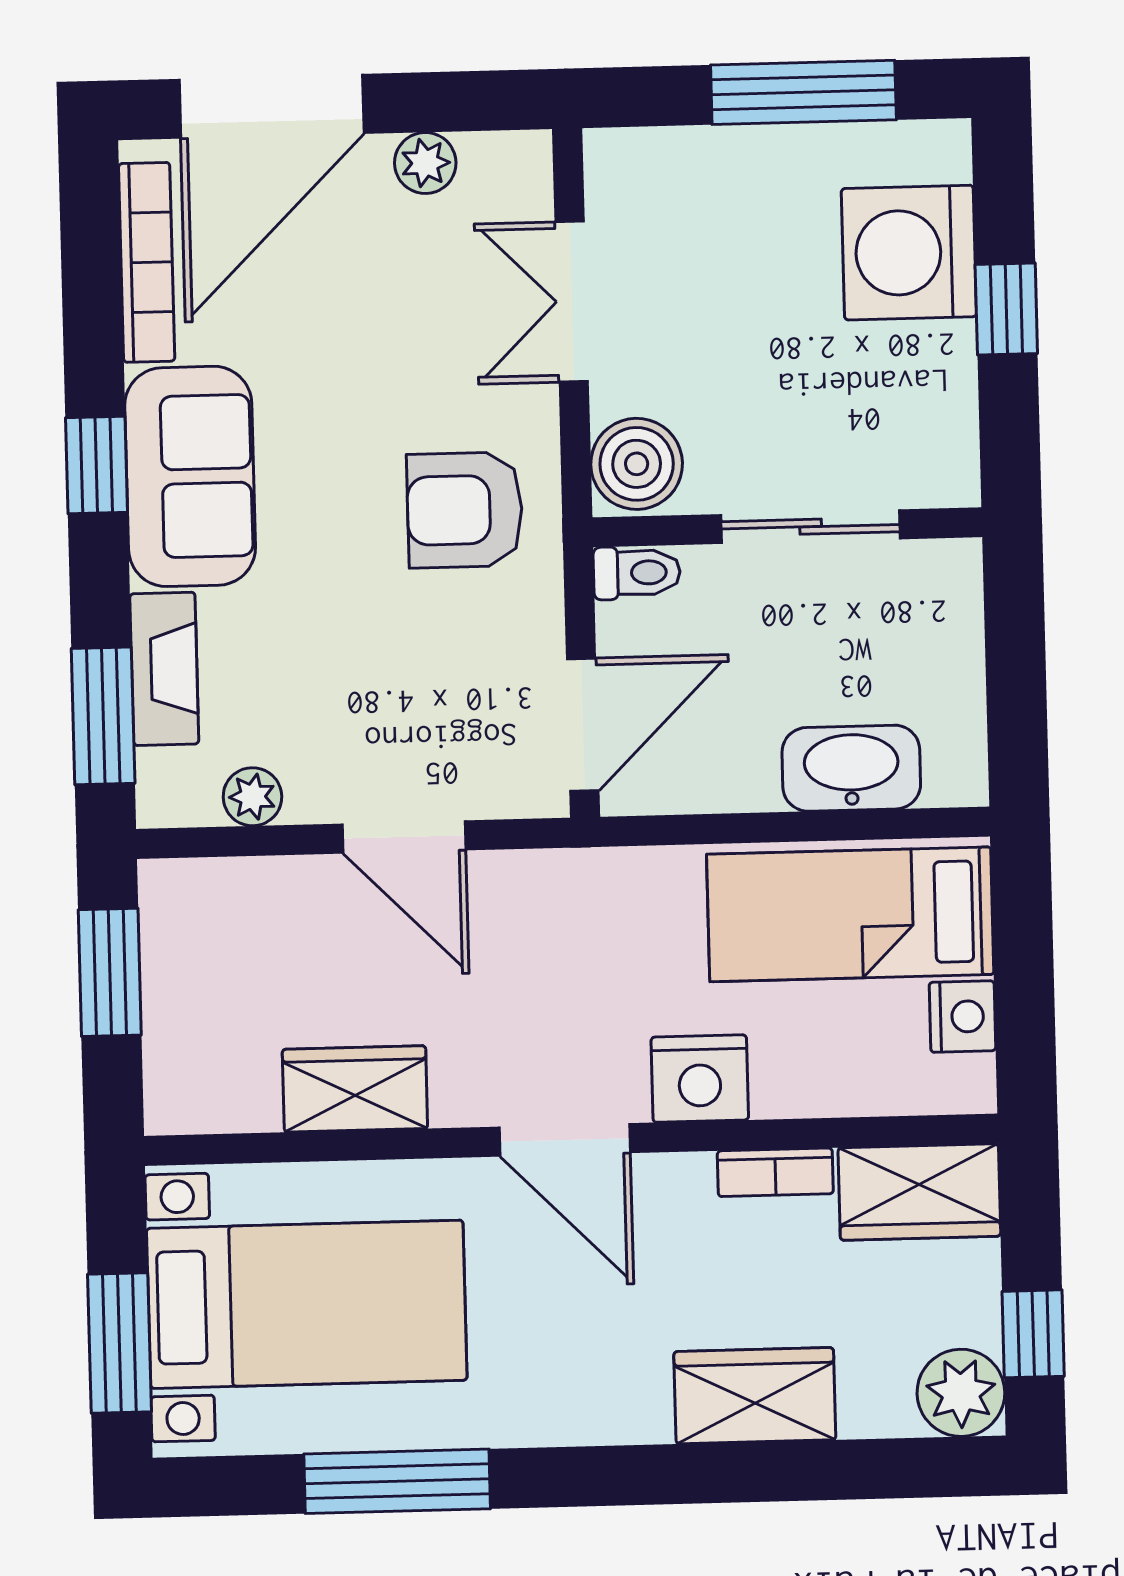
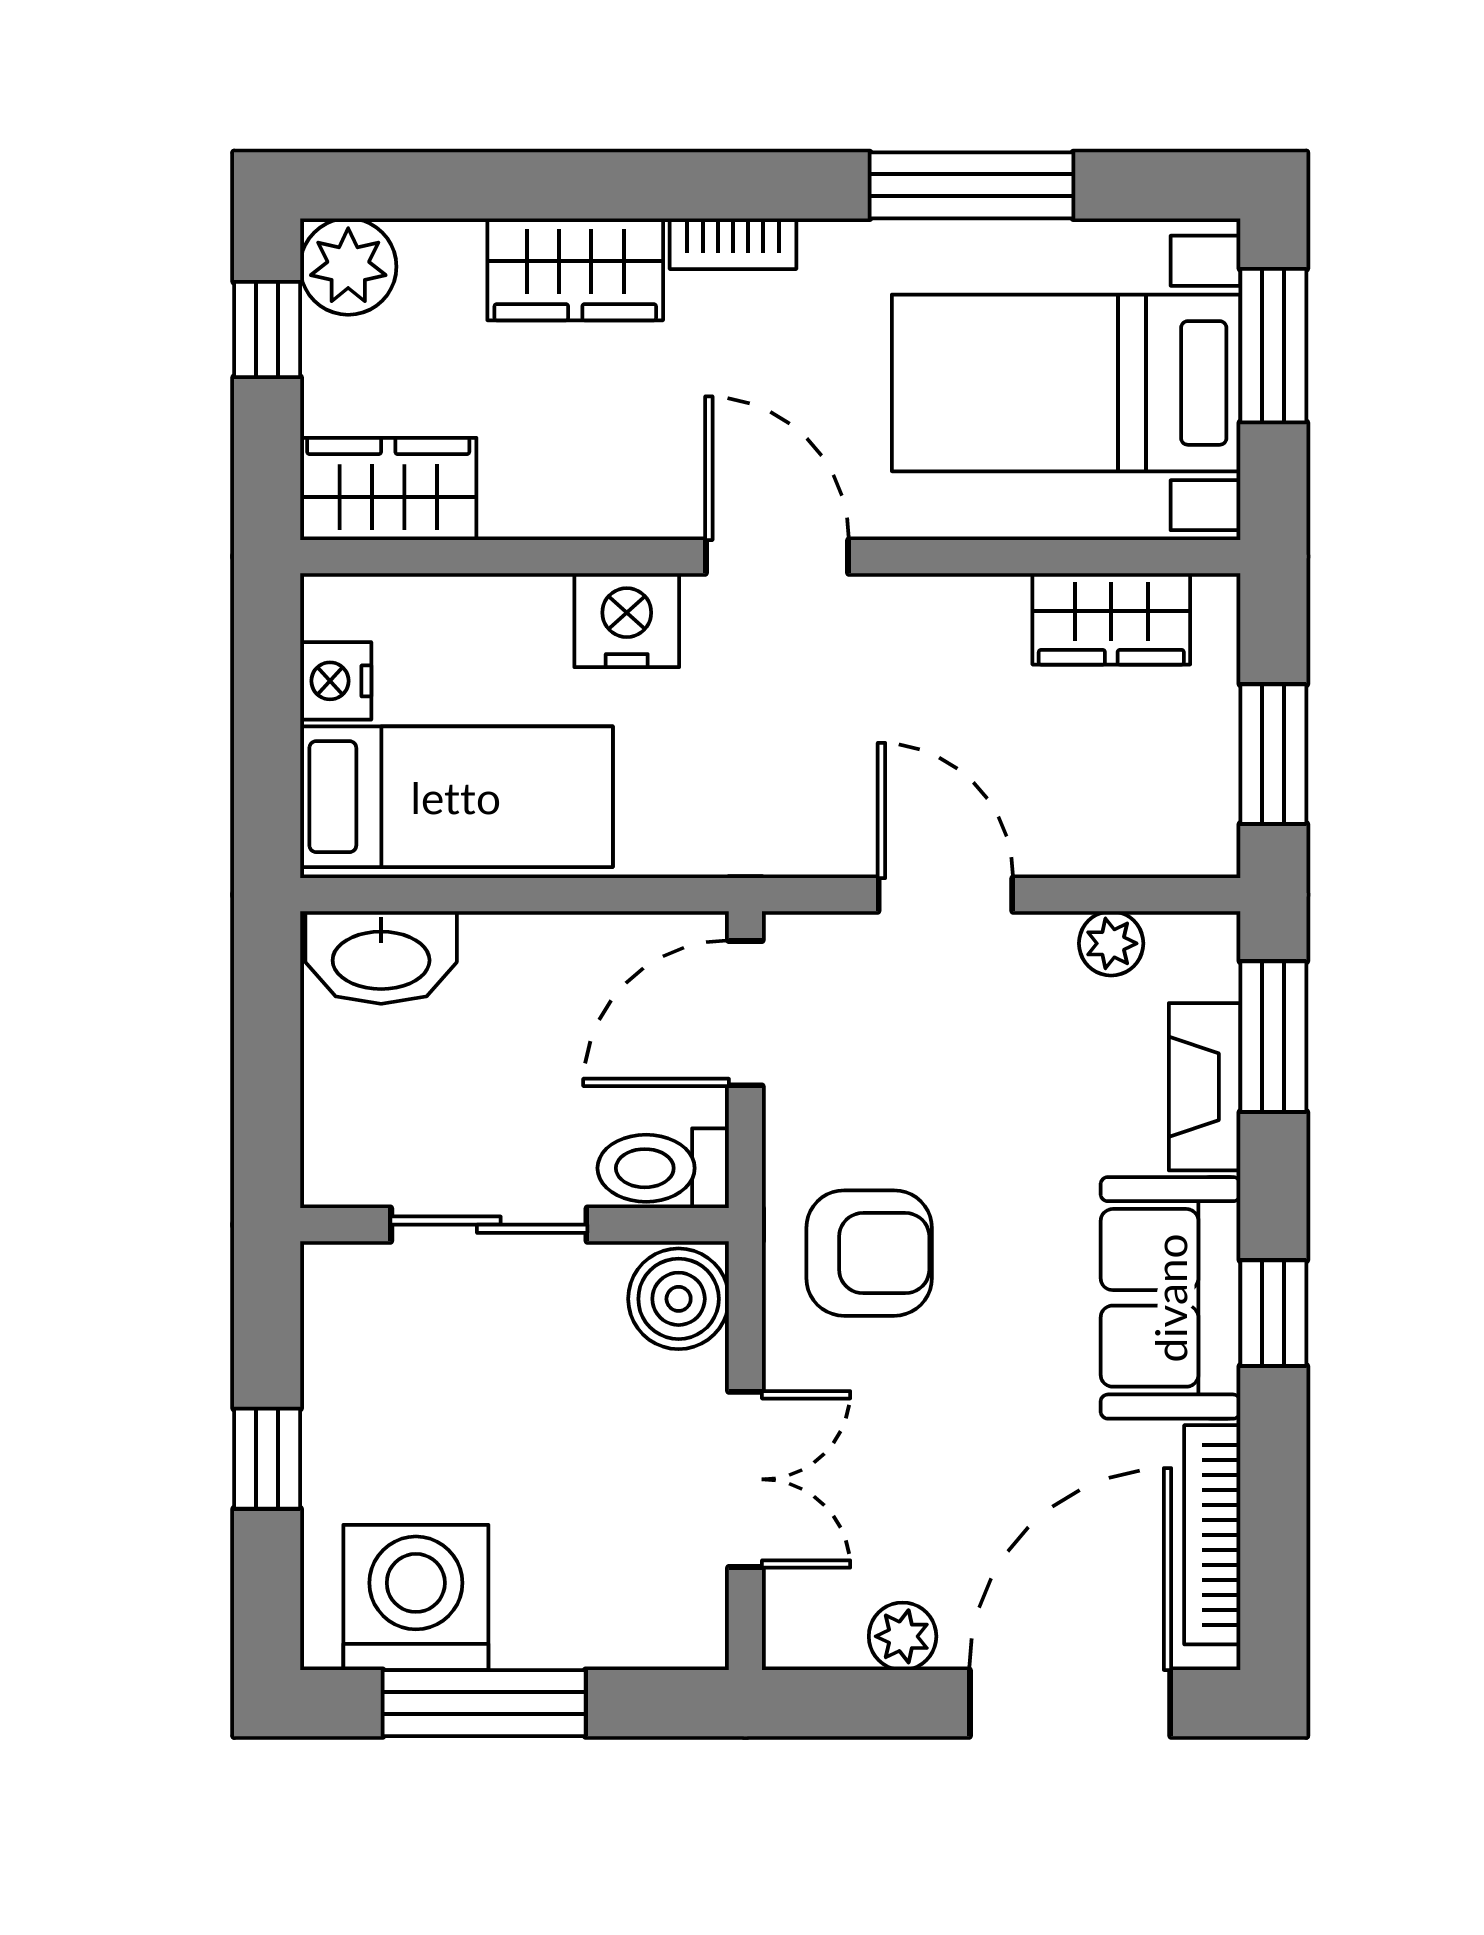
washing machine: (909, 253) -> (416, 1597), moved, turned -90
toilet: (637, 573) -> (663, 1168), width x1.37, depth x1.39
washbasin: (851, 768) -> (381, 958), moved
wardrobe: (355, 1089) -> (1111, 619), moved
bookcase: (775, 1172) -> (733, 244), moved, turned 180

